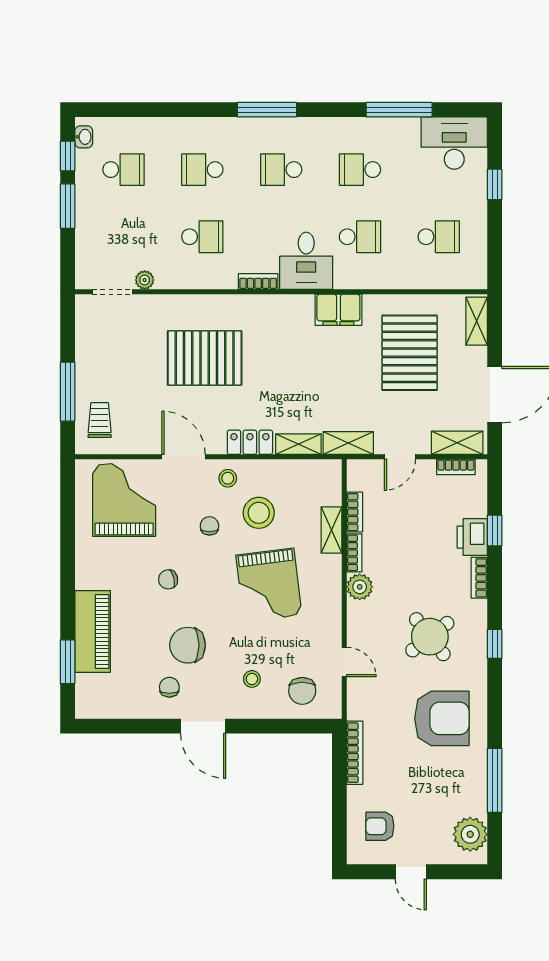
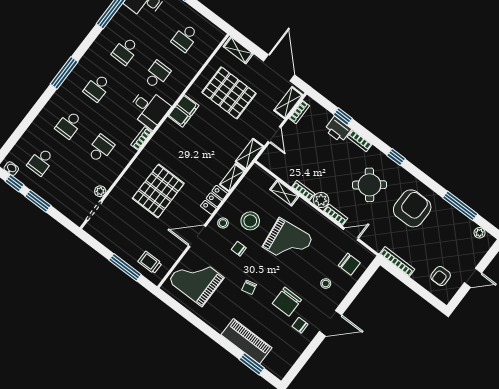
school desk: (124, 170) -> (41, 162), turned 180
school desk: (439, 237) -> (185, 38), turned 180
bookcase: (355, 512) -> (336, 215), moved
plant: (470, 834) -> (480, 233), width x0.53, depth x0.53

